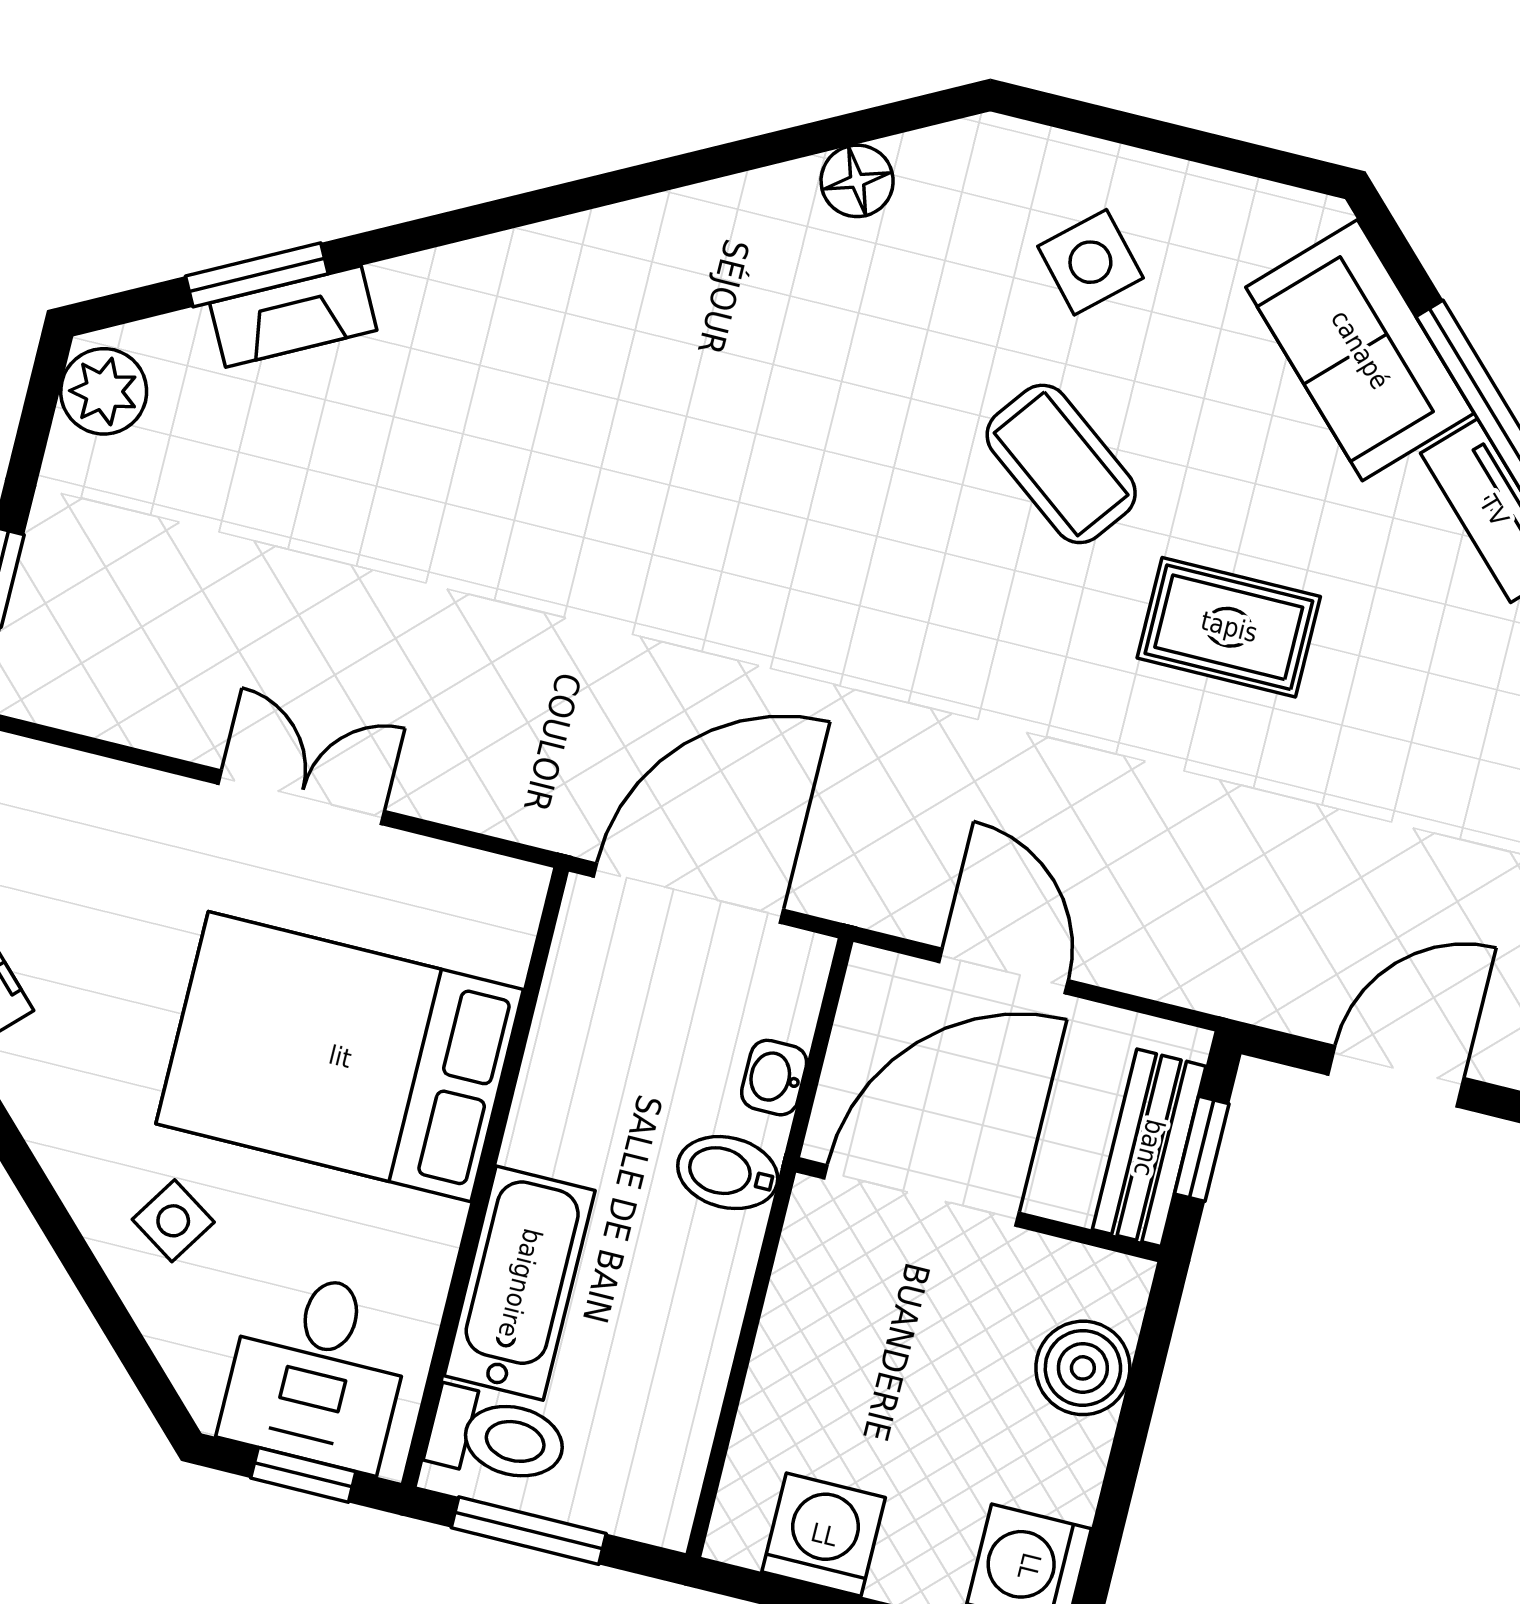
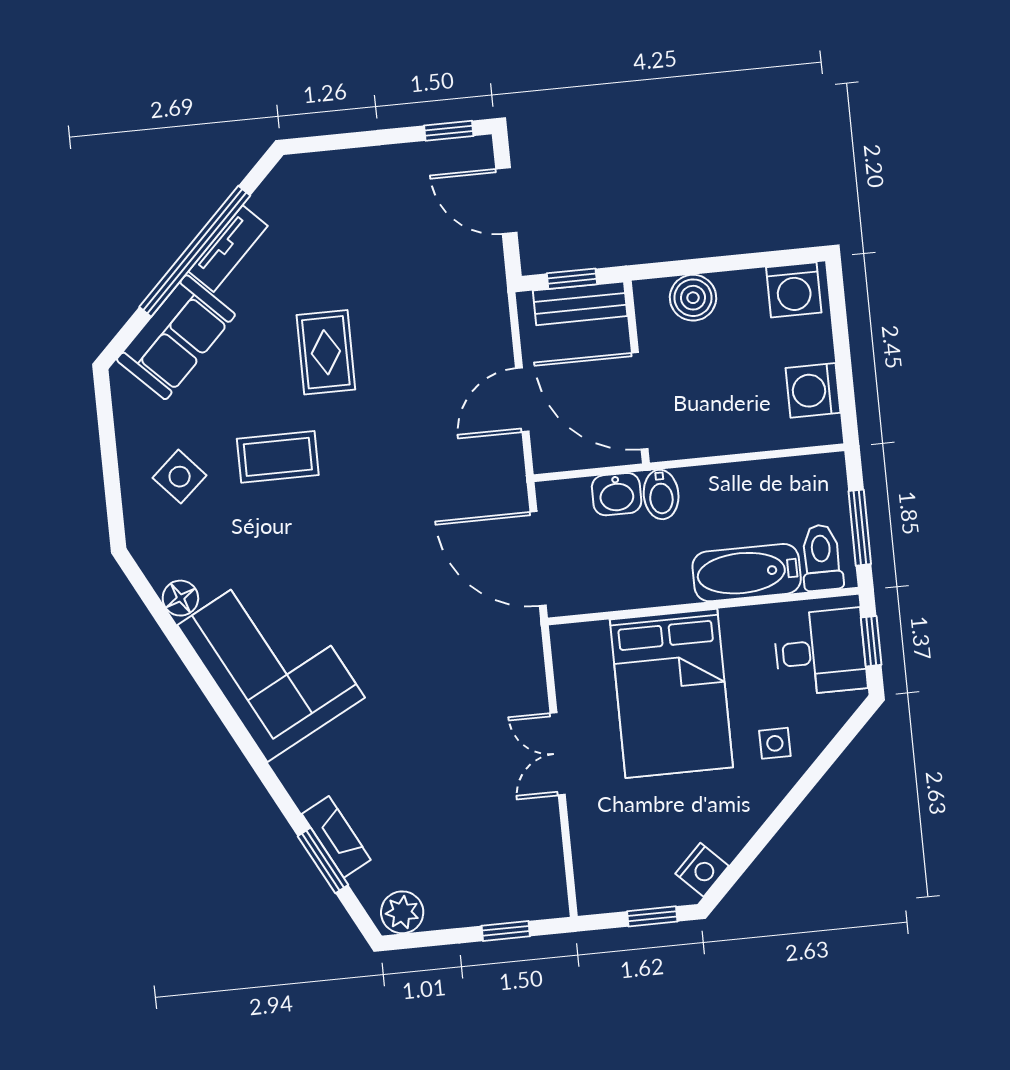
corner sofa: (674, 312) -> (271, 661), added
coffee table: (1061, 464) -> (278, 457), turned 53
washbasin: (774, 1078) -> (617, 494), width x1.38, depth x1.45
side table: (173, 1221) -> (775, 743), turned -33

